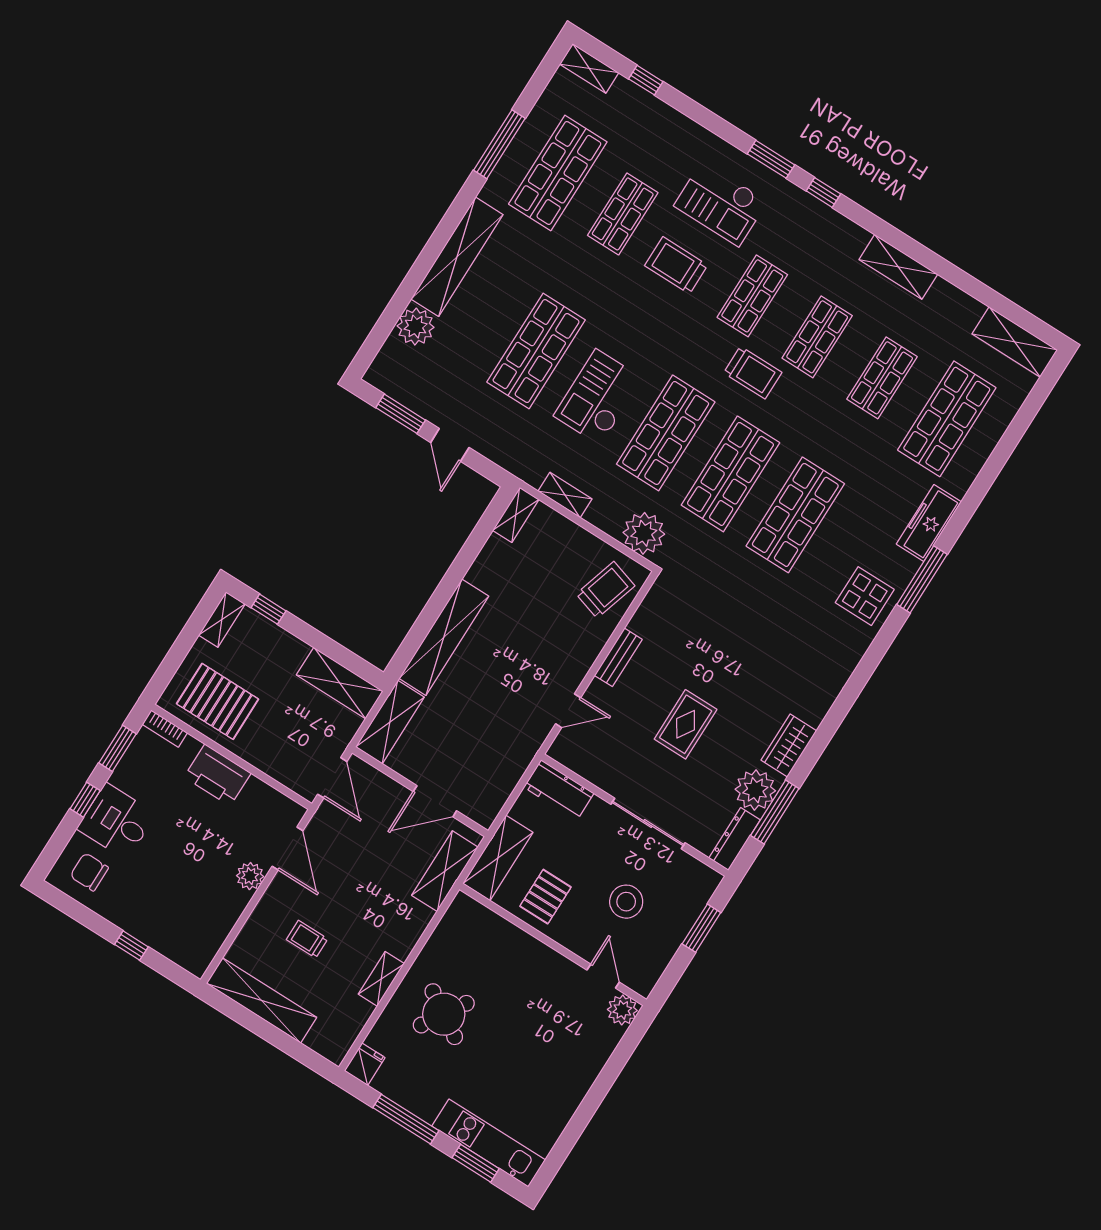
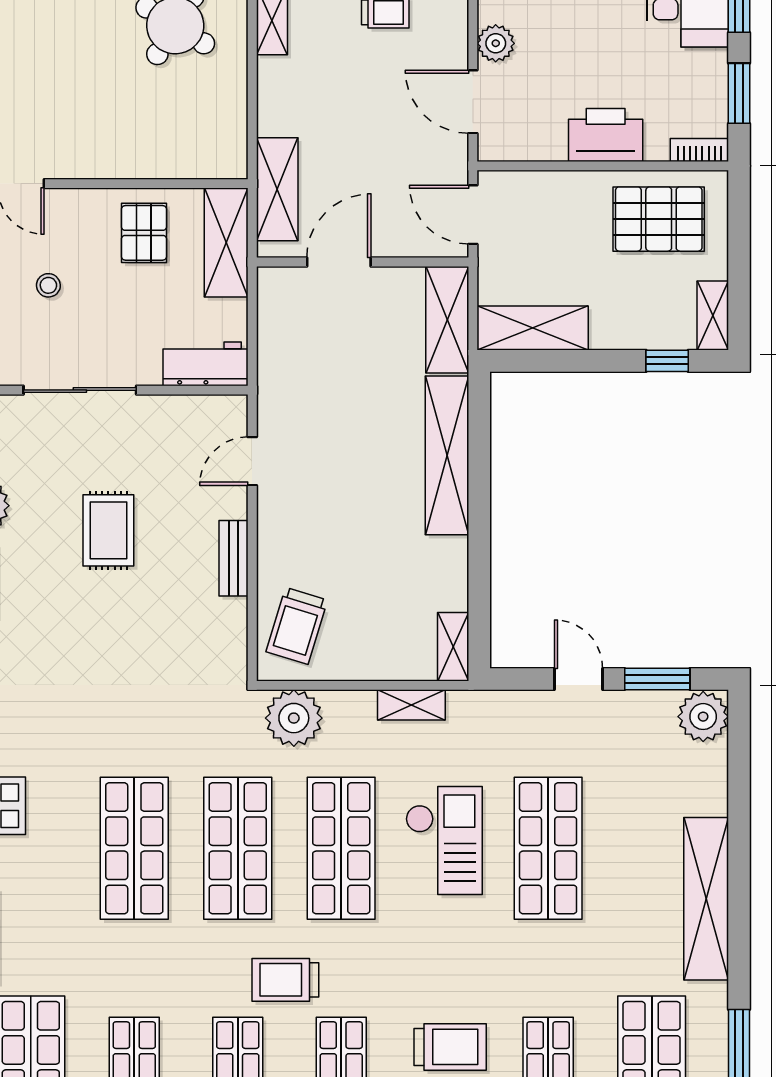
plant: (416, 327) -> (703, 717), moved
stool: (626, 902) -> (48, 285), width x0.53, depth x0.53

